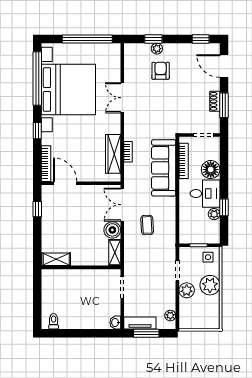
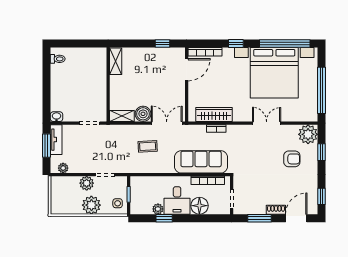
plant: (157, 49) -> (308, 134), moved, width x1.88, depth x1.88
shoe rack: (215, 101) -> (276, 210), moved

